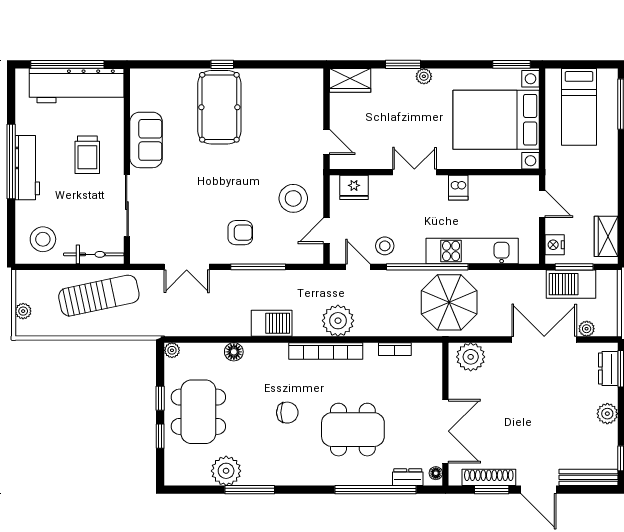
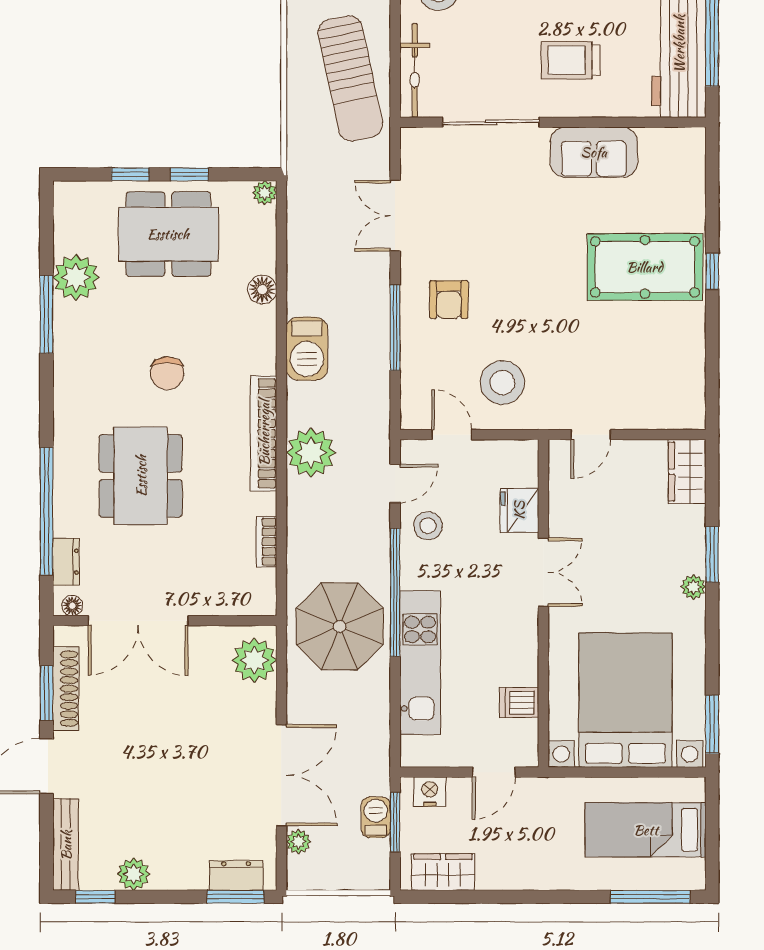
fridge: (354, 187) -> (519, 510), moved
dishwasher: (458, 188) -> (519, 703), moved
barbecue: (571, 284) -> (376, 817), width x0.53, depth x0.65
plant: (607, 414) -> (134, 874), moved

